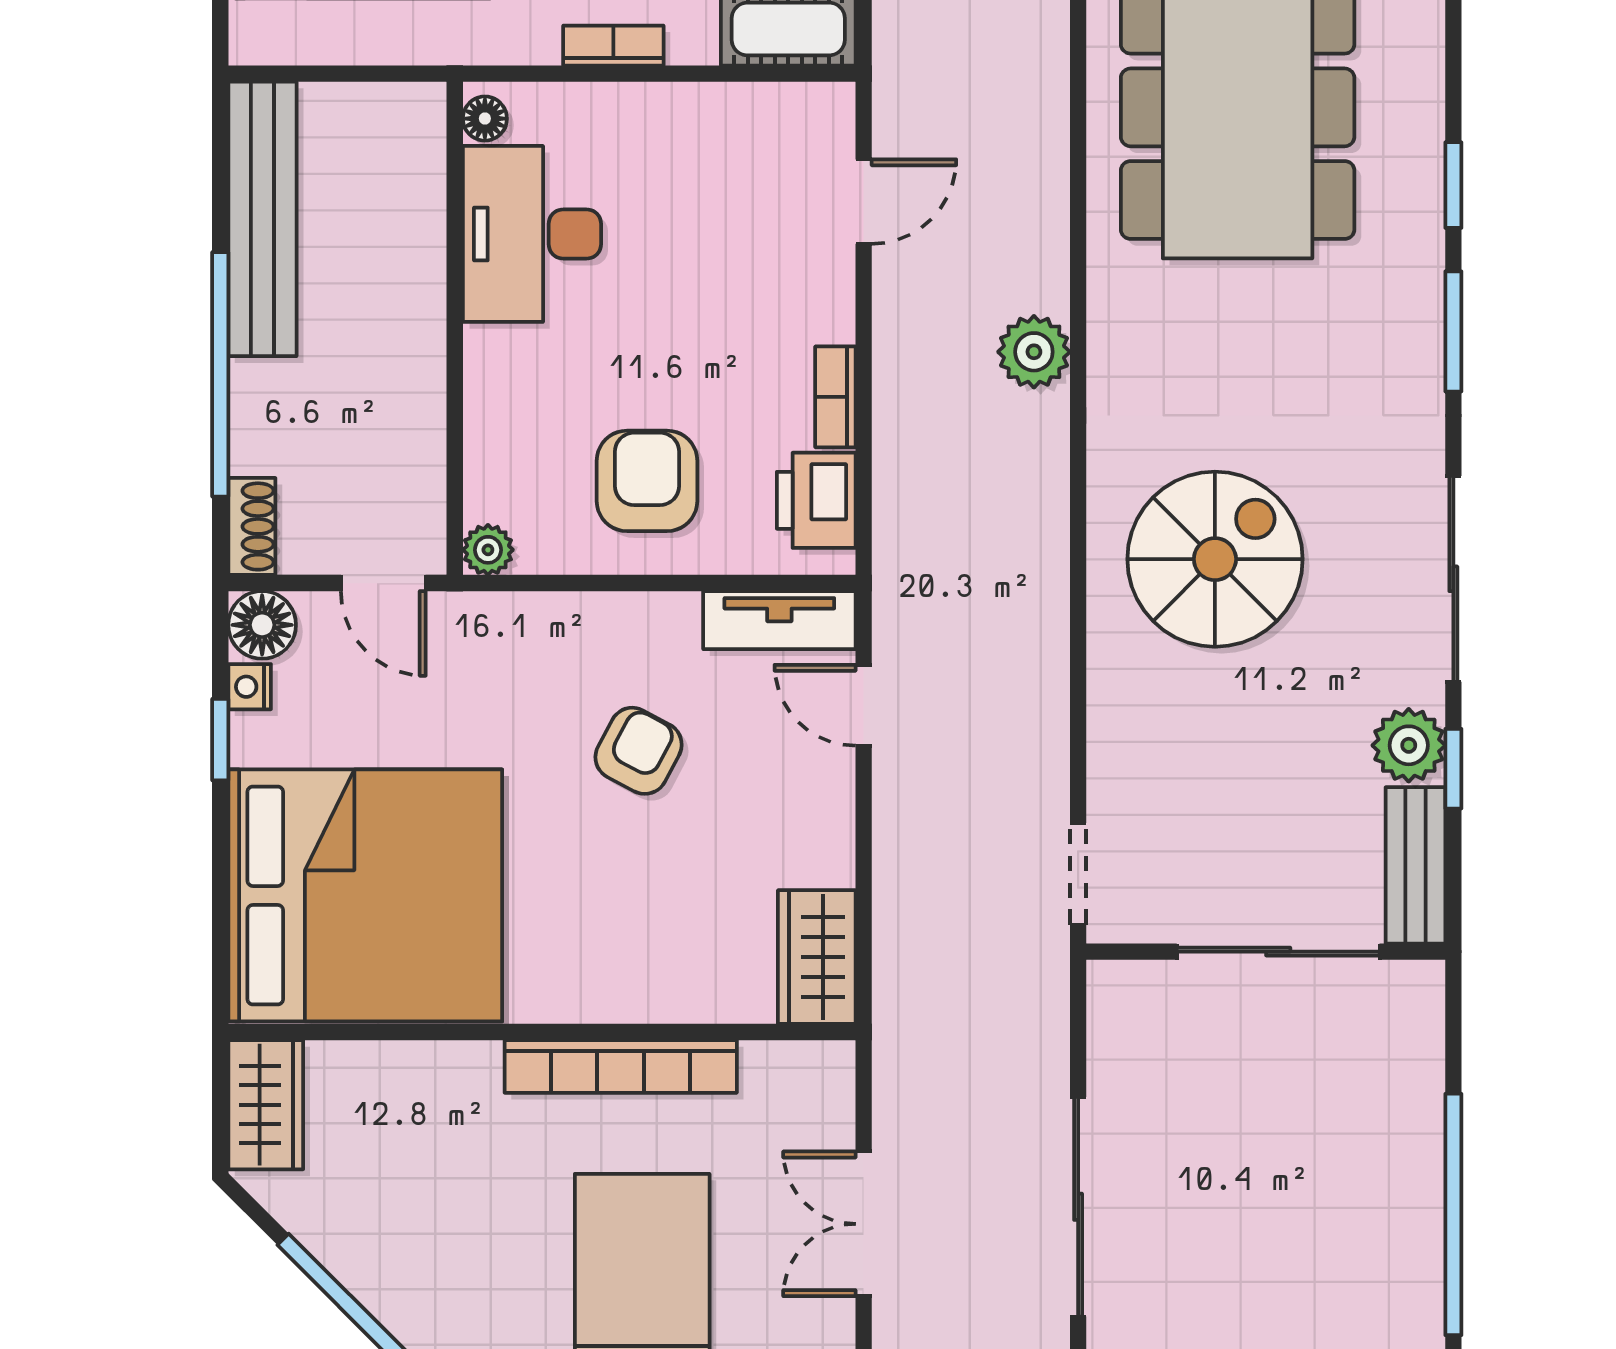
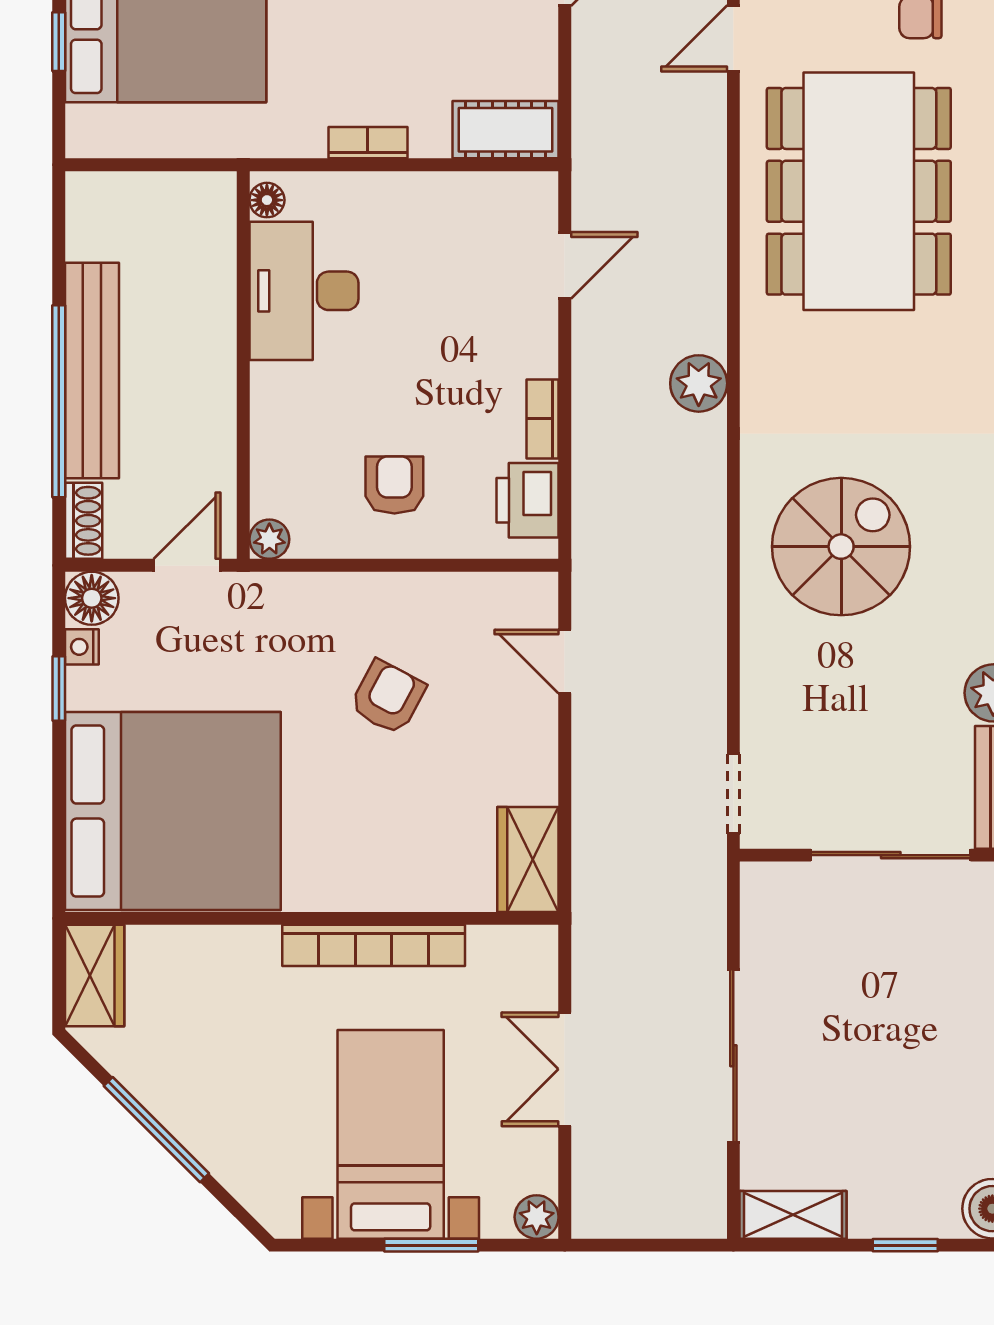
bench: (262, 219) -> (92, 371), moved
armchair: (647, 481) -> (394, 485), width x0.72, depth x0.72
door: (383, 583) -> (187, 565), swing flipped
tv unit: (779, 620) -> (498, 595), removed

